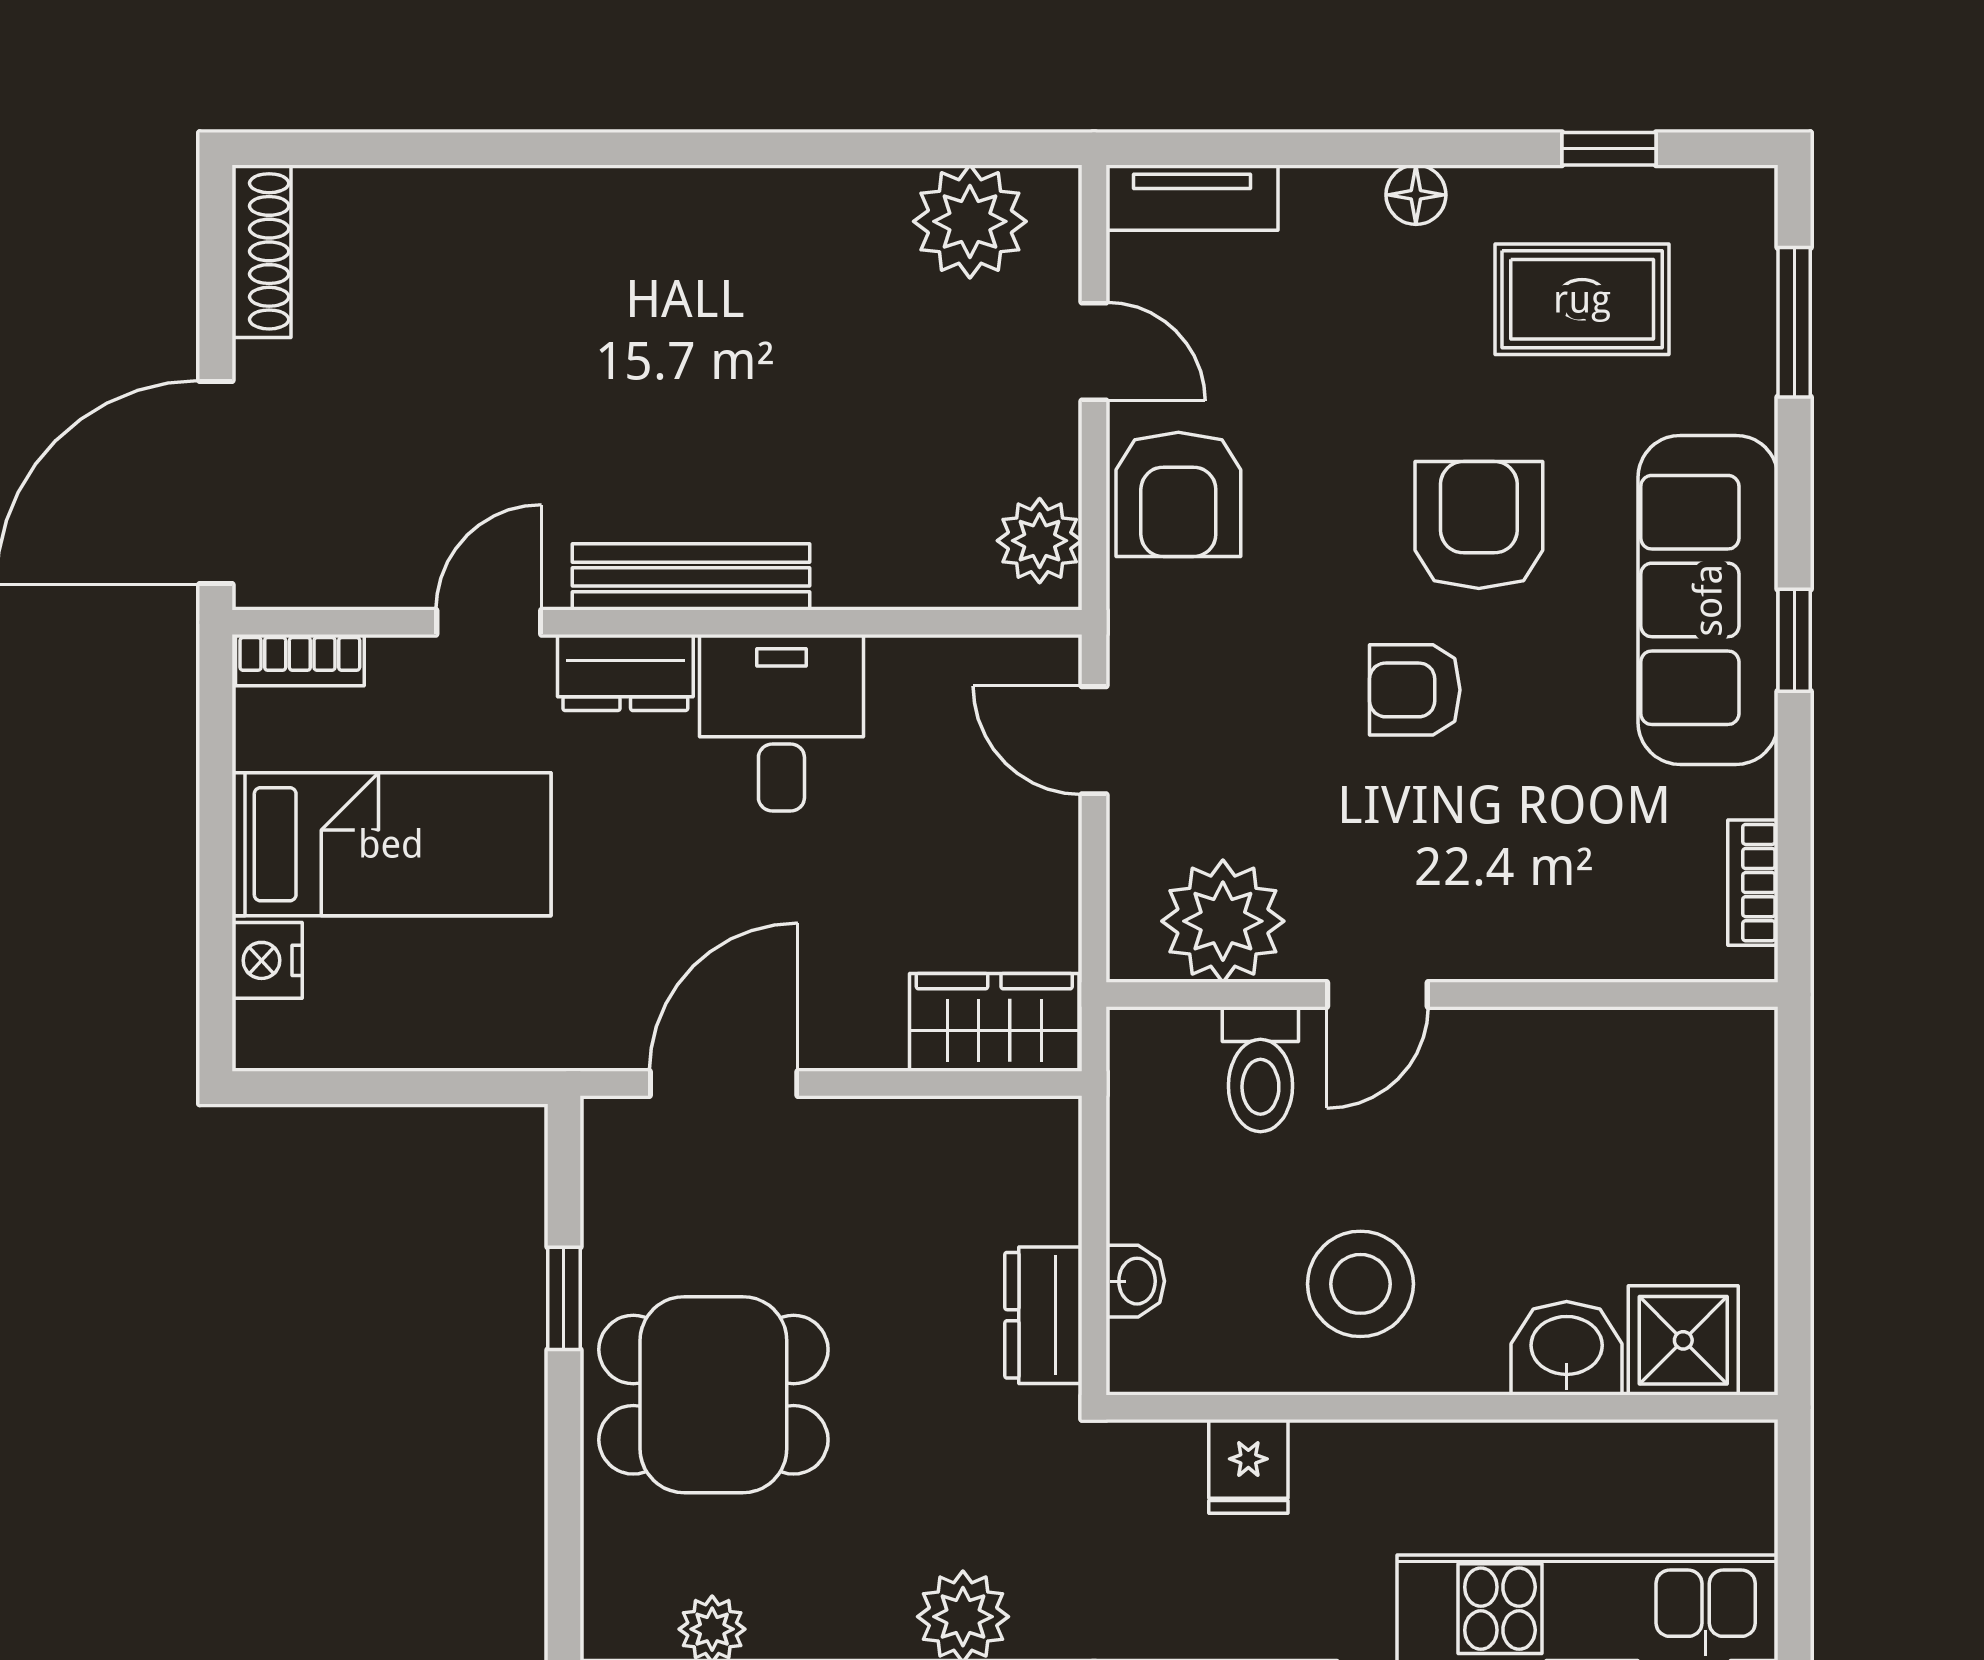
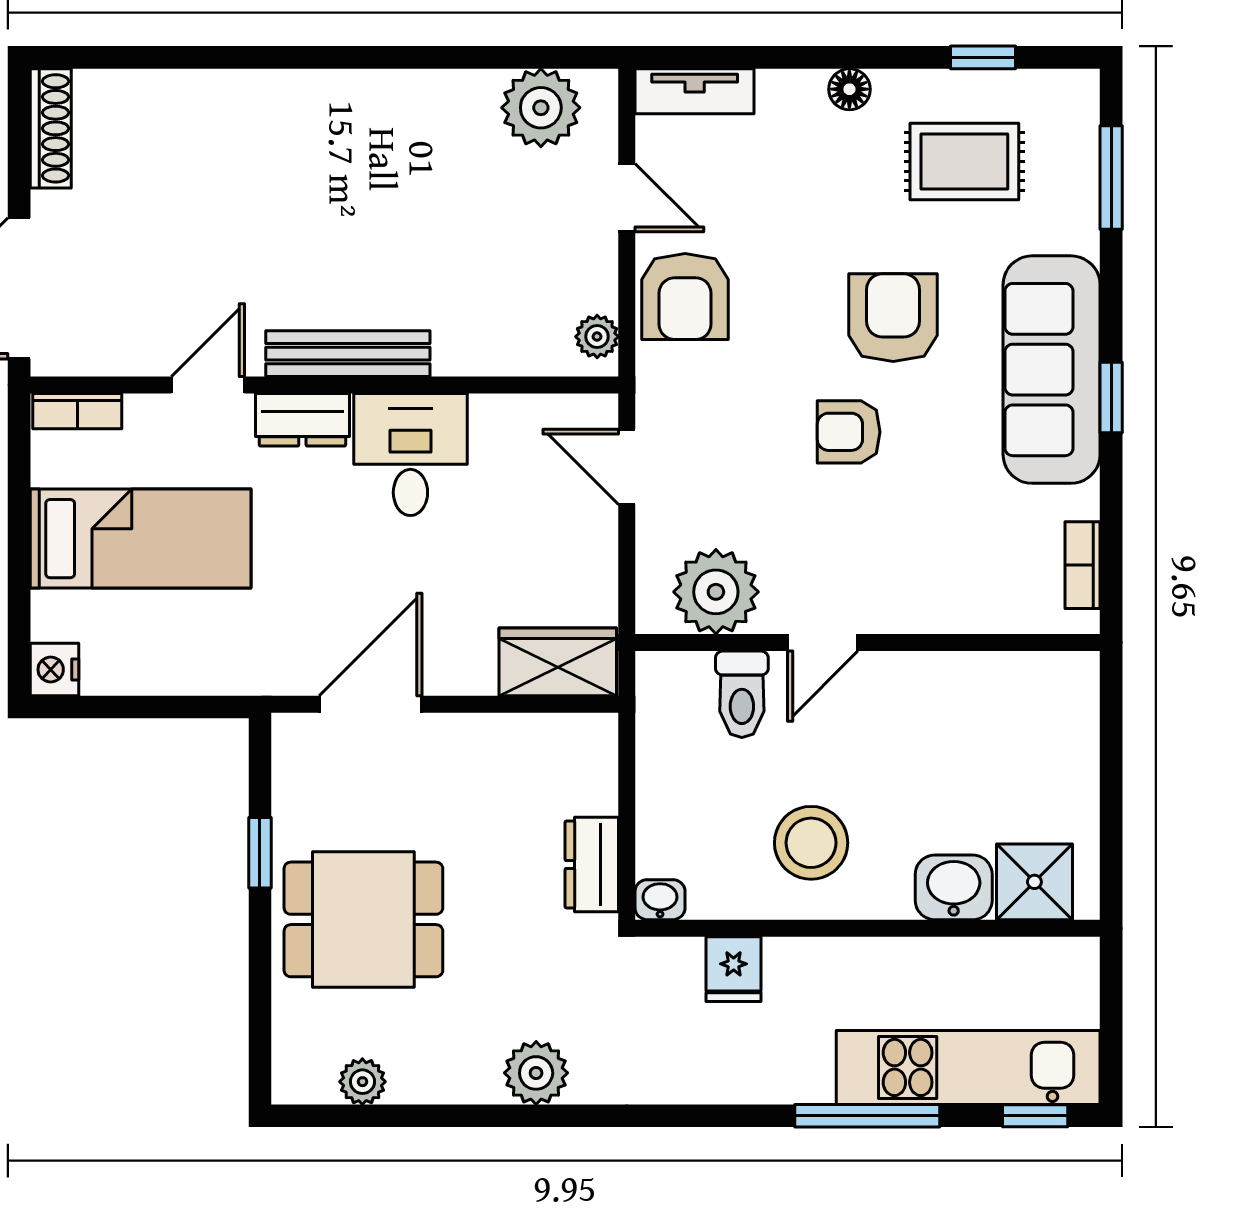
plant: (1040, 541) -> (597, 337), width x0.73, depth x0.73
nightstand: (267, 960) -> (55, 670), moved
washbasin: (1135, 1281) -> (660, 900), moved, turned -90

